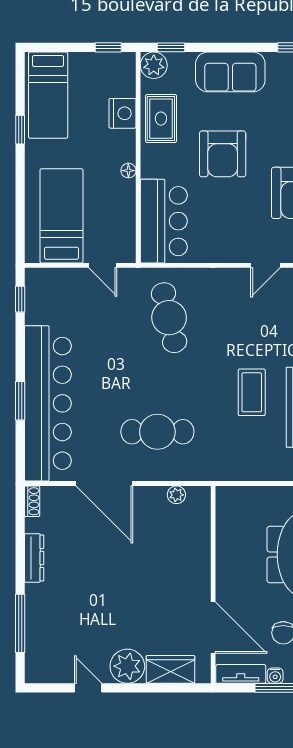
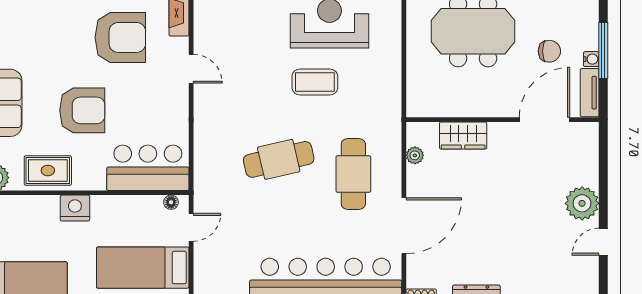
nightstand: (122, 113) -> (75, 208), moved
floor lamp: (128, 171) -> (171, 202), moved
cafe table: (169, 318) -> (279, 159), moved
wardrobe: (170, 669) -> (463, 136), moved, turned -90

